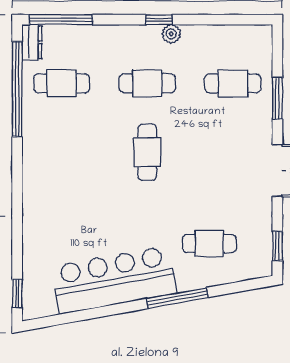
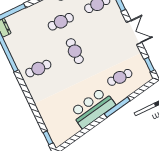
cafe table: (62, 83) -> (38, 69), moved
bar counter: (114, 280) -> (93, 108), width x0.73

